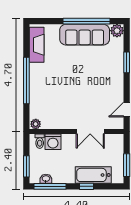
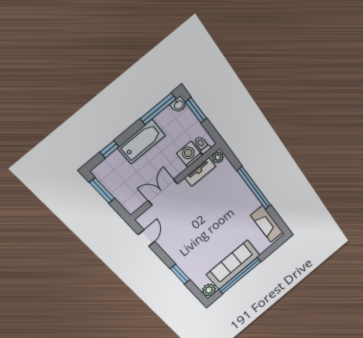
tv unit: (55, 124) -> (200, 172), added
bathtub: (93, 175) -> (142, 142), moved
washbasin: (46, 179) -> (178, 105), moved
window: (87, 186) -> (109, 149), moved

